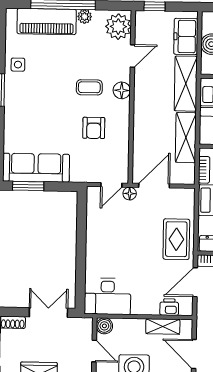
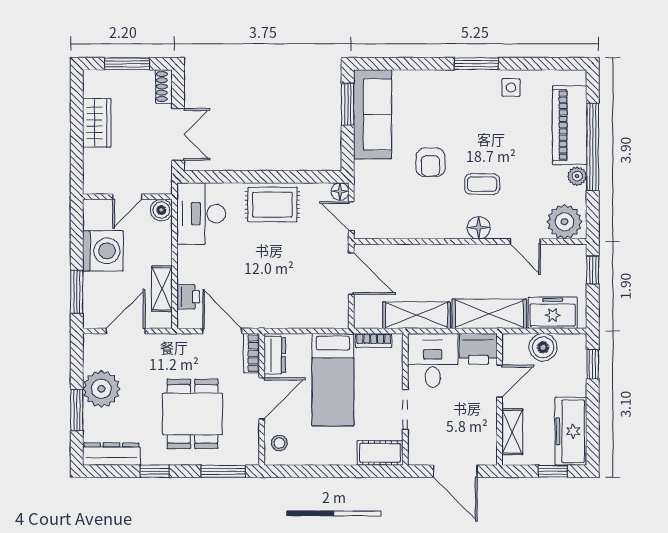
coffee table: (89, 87) -> (482, 184), turned 90
armchair: (94, 128) -> (430, 162), moved, turned -90
floor lamp: (130, 194) -> (340, 191), moved
rug: (176, 239) -> (272, 205), moved

